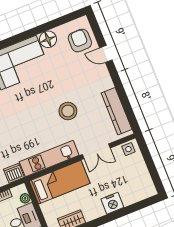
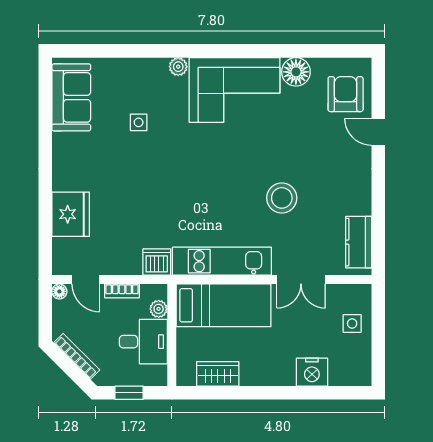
kitchen counter: (117, 111) -> (359, 242), width x0.67
side table: (128, 149) -> (352, 324), moved
nightstand: (112, 203) -> (312, 372), moved

